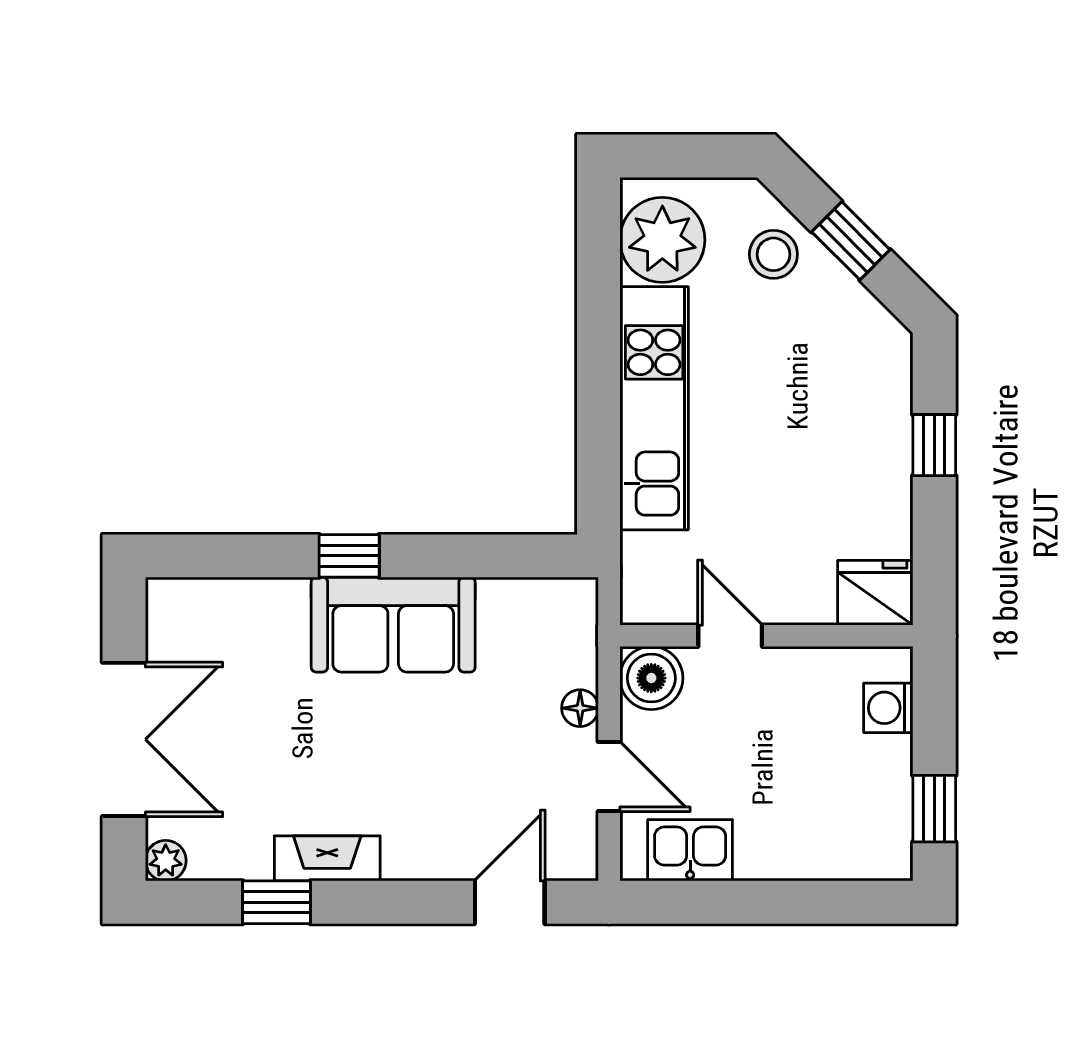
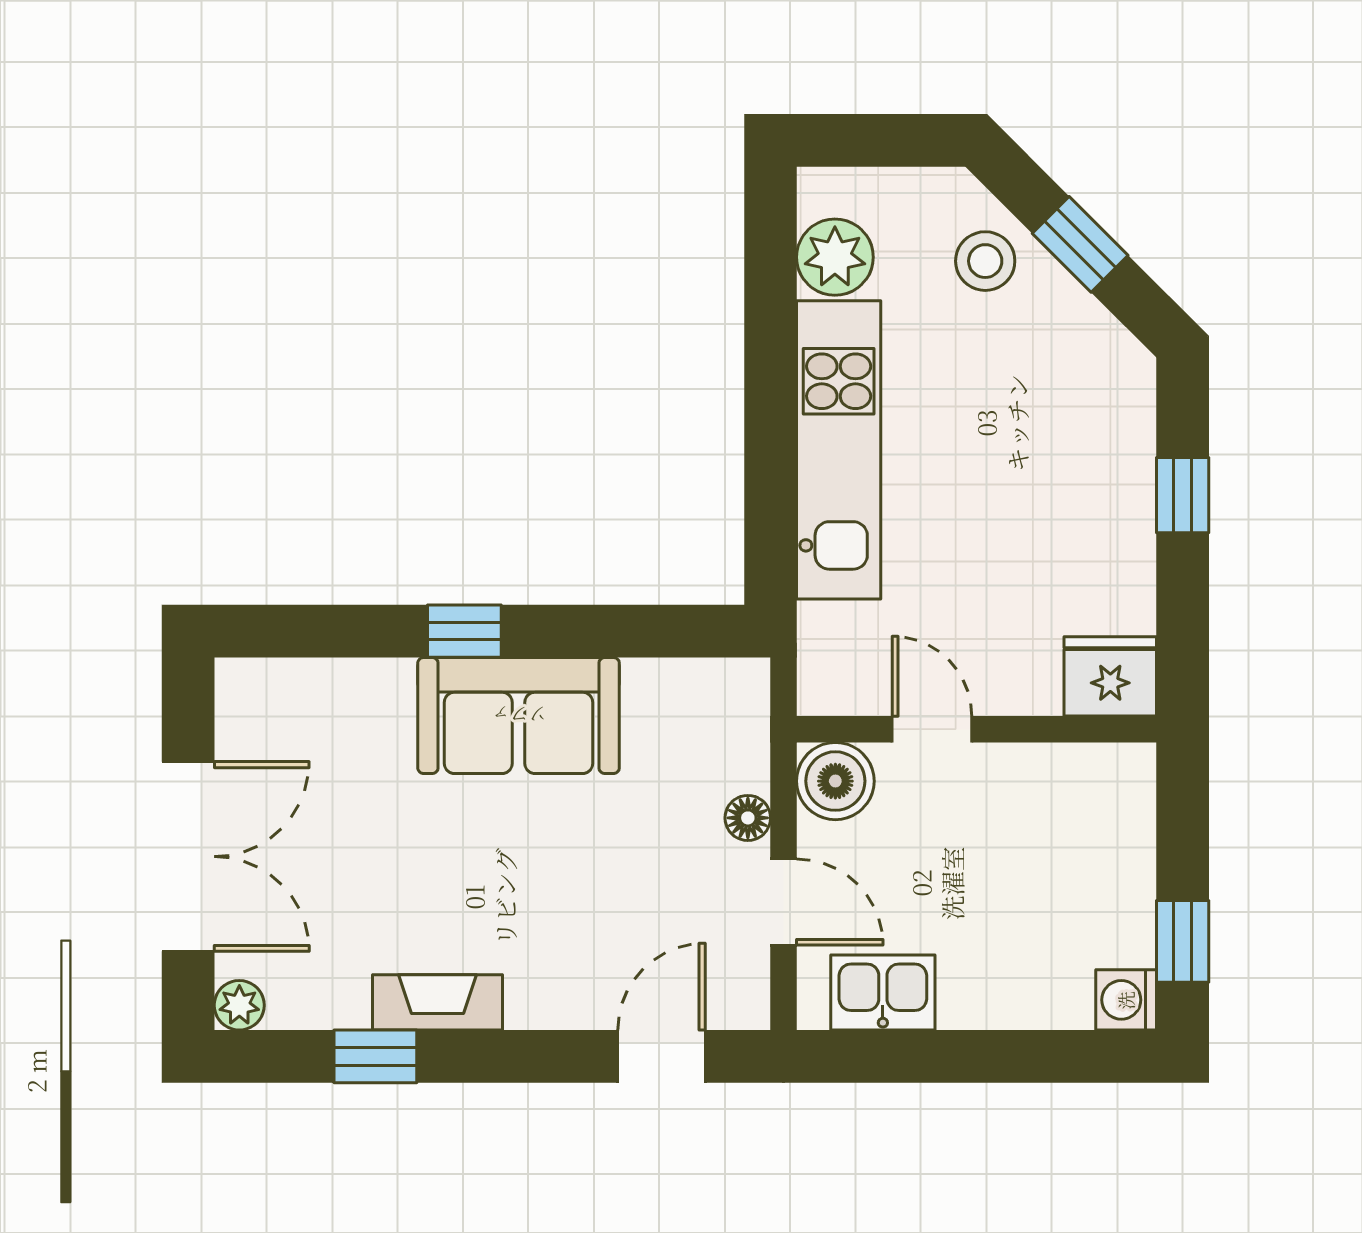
plant: (662, 240) -> (835, 257), width x0.73, depth x0.73
washing machine: (888, 708) -> (1126, 1000), moved

